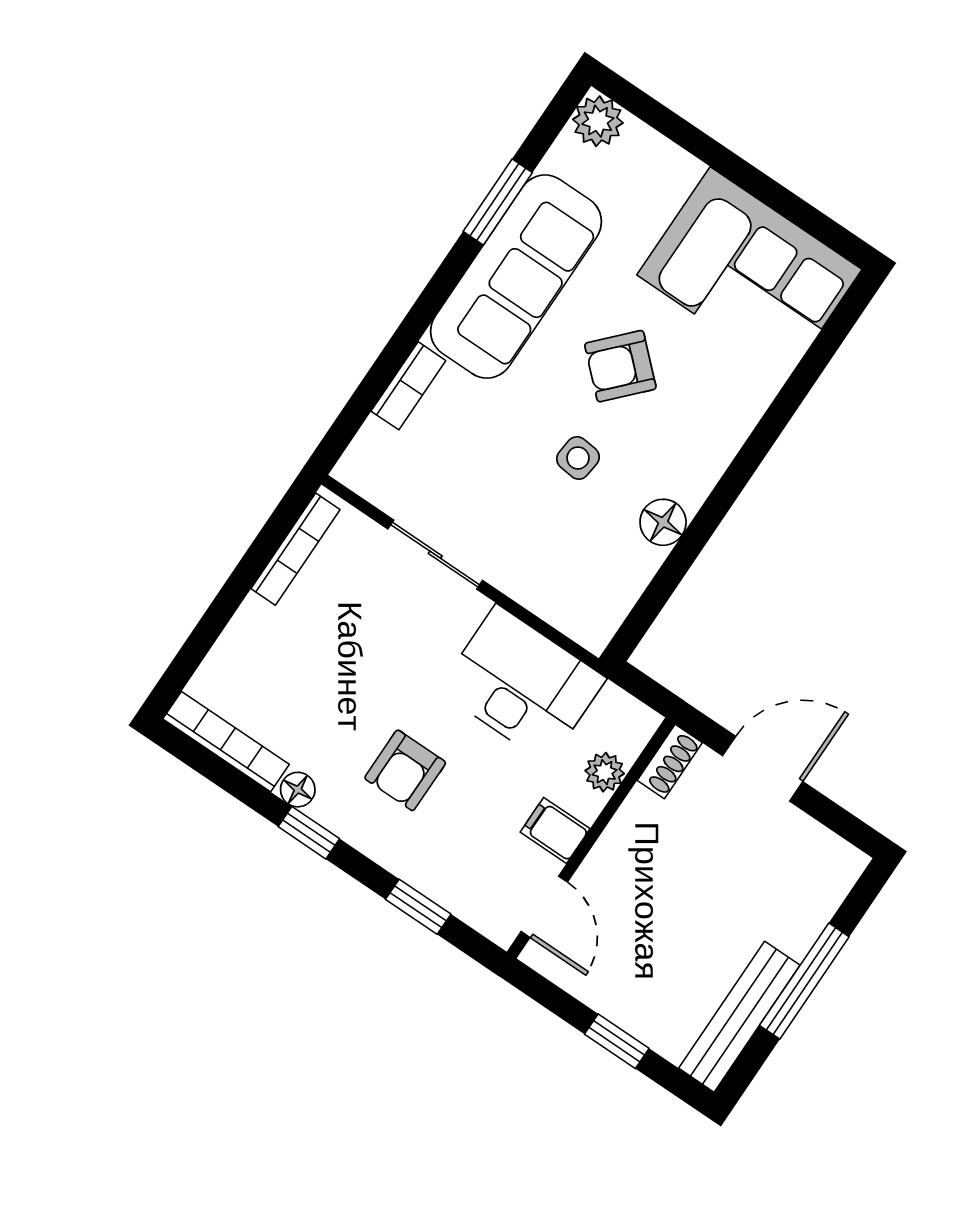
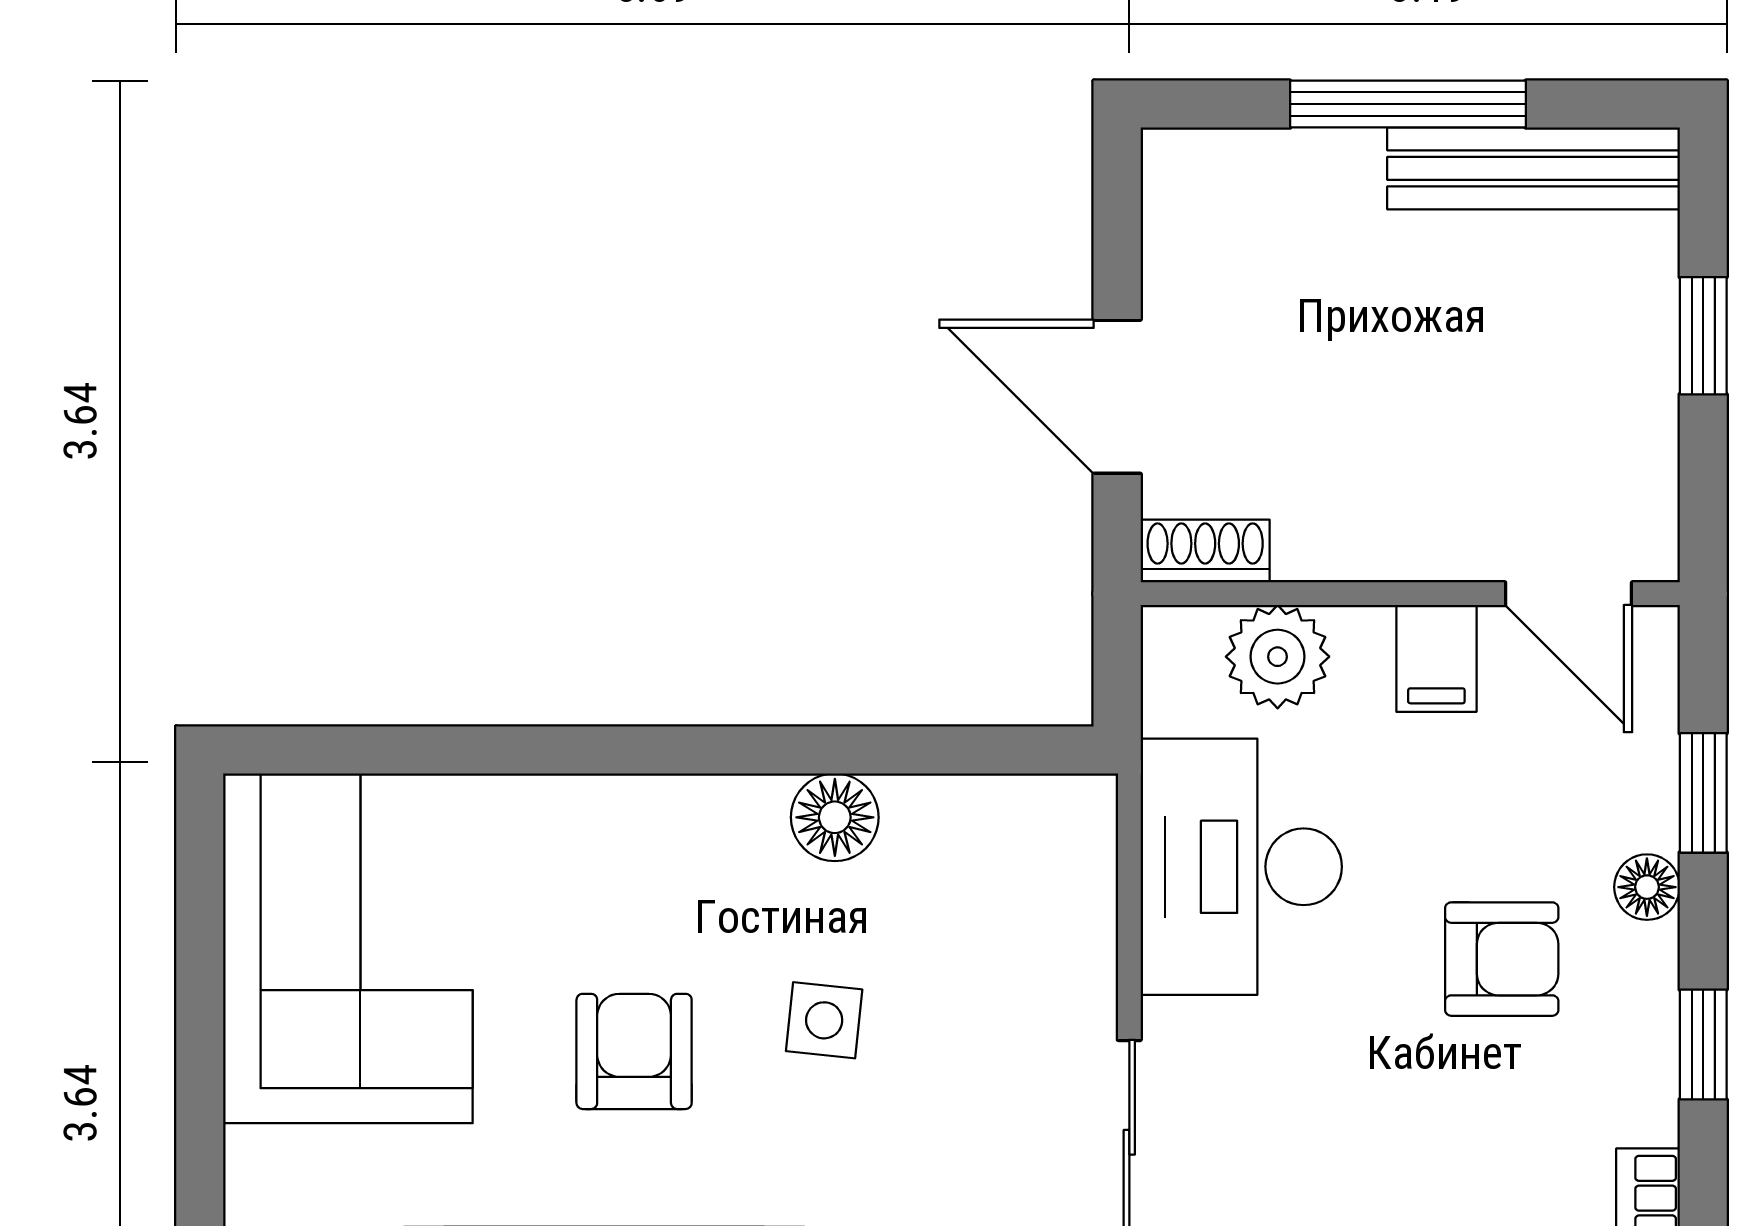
armchair: (620, 366) -> (634, 1051), turned -133
plant: (605, 772) -> (1278, 657), width x1.38, depth x1.38
floor lamp: (298, 790) -> (1647, 887), moved
door: (544, 907) -> (1569, 594), swing flipped

